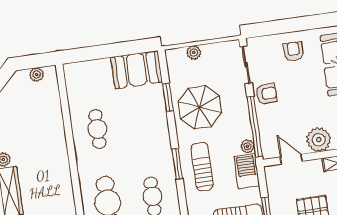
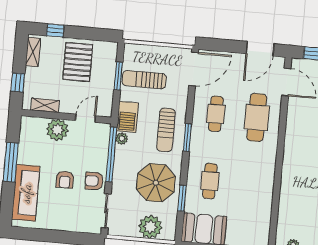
armchair: (294, 51) -> (65, 180), moved
plant: (194, 53) -> (150, 227), width x1.87, depth x1.87
cafe table: (97, 129) -> (210, 181), moved
door: (291, 159) -> (86, 118), swing flipped

